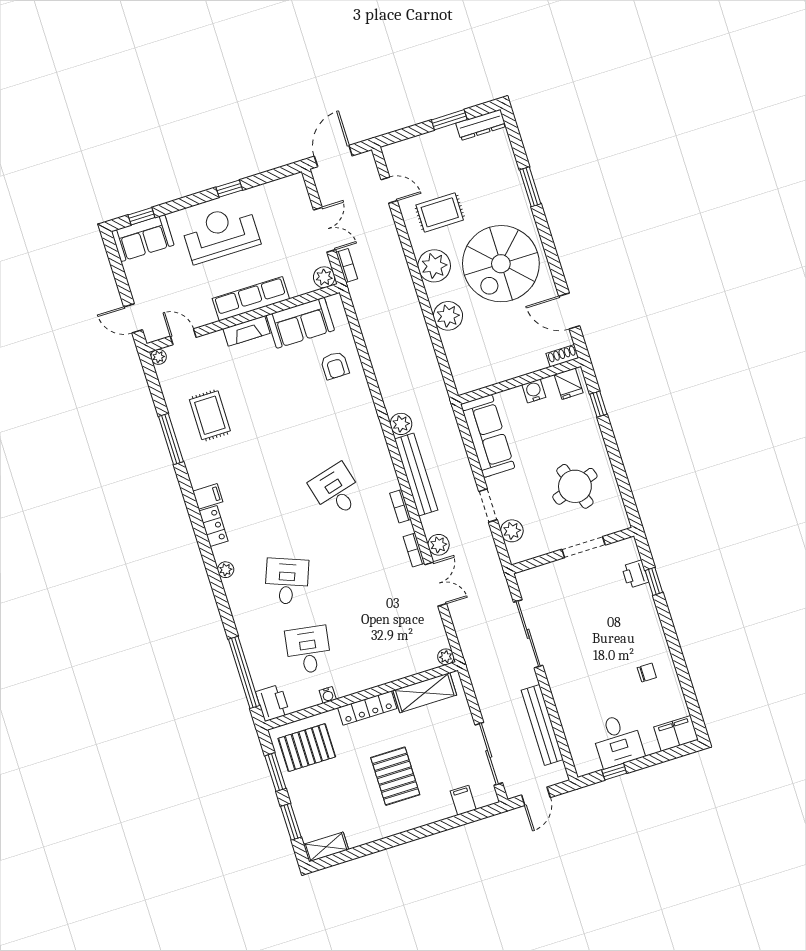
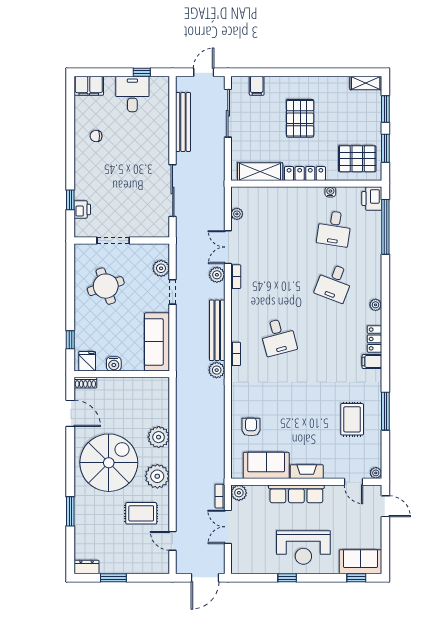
dresser: (481, 125) -> (87, 567), width x0.70
bookcase: (400, 506) -> (236, 354), moved
plant: (446, 657) -> (237, 214), moved

